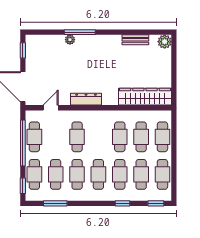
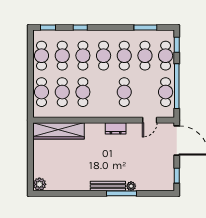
bench: (135, 40) -> (108, 186), moved, width x1.36
dresser: (86, 99) -> (116, 128), width x0.70

